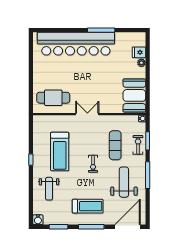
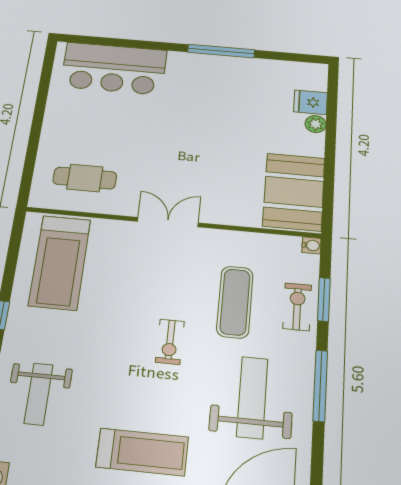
bar counter: (76, 44) -> (114, 68), width x0.54
cafe table: (53, 98) -> (85, 178), width x0.73, depth x0.74
treadmill: (60, 152) -> (60, 262), moved

